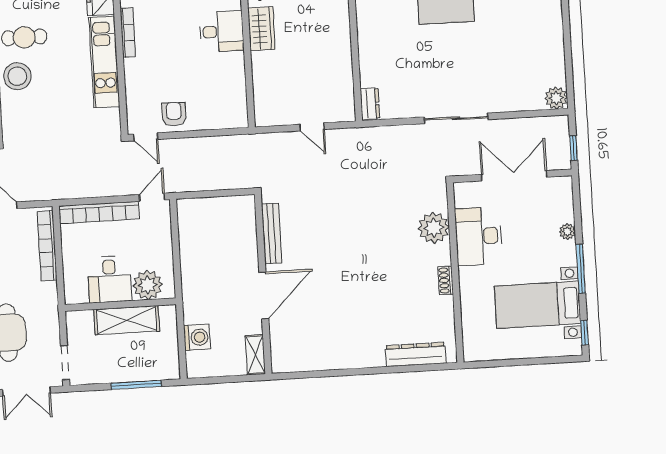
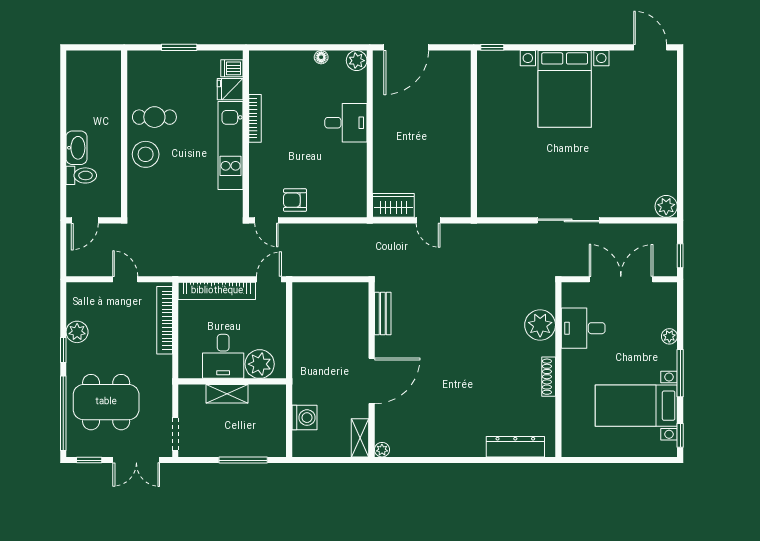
wardrobe: (261, 29) -> (393, 205), moved, turned -90
dresser: (370, 104) -> (485, 201), removed
armchair: (174, 114) -> (295, 200), turned -90
bench: (272, 234) -> (383, 314), width x0.73
desk: (479, 236) -> (583, 328), width x0.73
shoe rack: (446, 280) -> (549, 377), width x1.43
shelving: (127, 320) -> (227, 394), width x0.67, depth x0.75
plant: (279, 366) -> (382, 450), added

